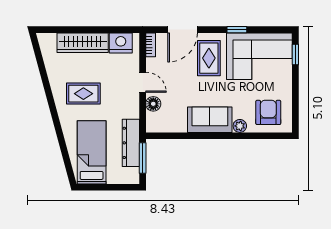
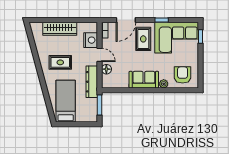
nightstand: (121, 43) -> (91, 40), moved, turned 90
dresser: (131, 143) -> (92, 82), moved

